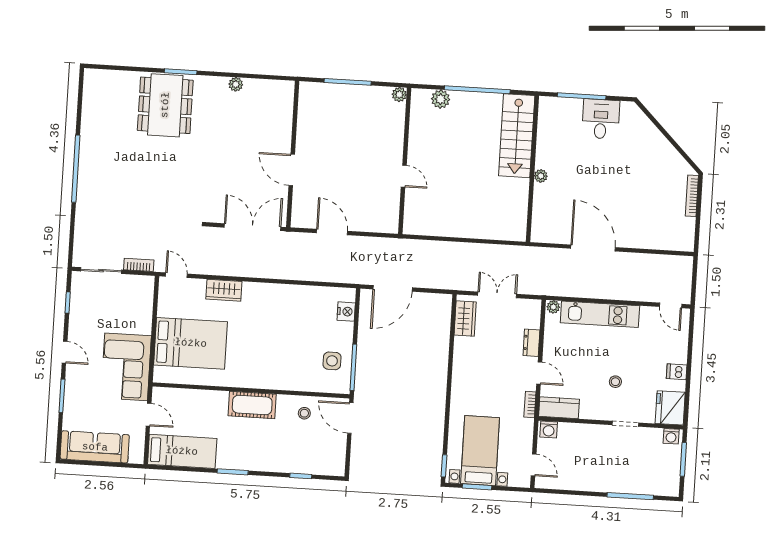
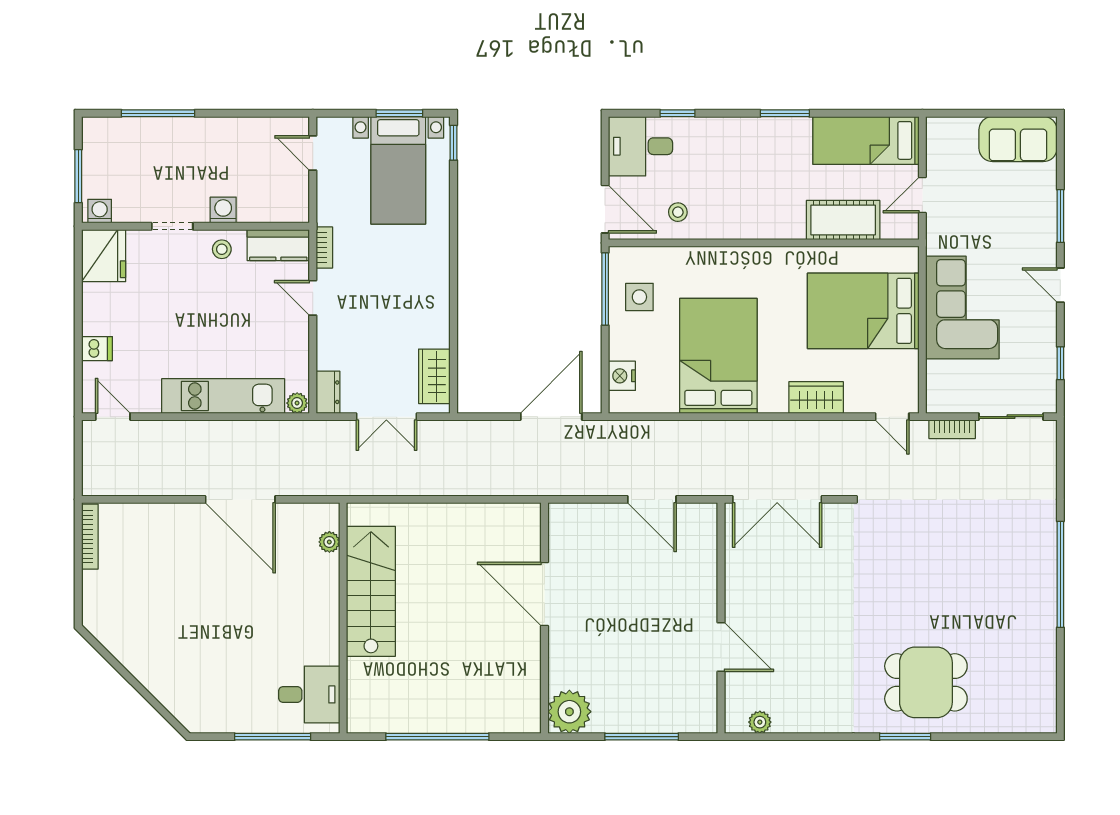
plant: (236, 84) -> (760, 722), moved
plant: (399, 95) -> (569, 712), width x1.87, depth x1.87
plant: (441, 99) -> (494, 719), removed
dining table: (165, 105) -> (926, 682), width x0.73
desk: (601, 119) -> (309, 694), moved, turned -90
stairs: (517, 136) -> (371, 591), moved
door: (292, 170) -> (721, 647), moved
door: (404, 176) -> (544, 594), width x1.87
plant: (541, 176) -> (329, 542), moved
bookcase: (692, 196) -> (90, 537), moved
bed: (284, 320) -> (718, 356), added
dresser: (531, 343) -> (328, 392), moved
corner sofa: (126, 367) -> (962, 307), moved
dishwasher: (677, 372) -> (97, 349), moved
stool: (615, 382) -> (222, 249), moved
cot: (252, 405) -> (843, 220), moved
door: (149, 415) -> (922, 195), hinge flipped
washing machine: (549, 429) -> (223, 210), moved
sofa: (95, 447) -> (1018, 139), width x0.73
desk: (325, 456) -> (641, 146), added

